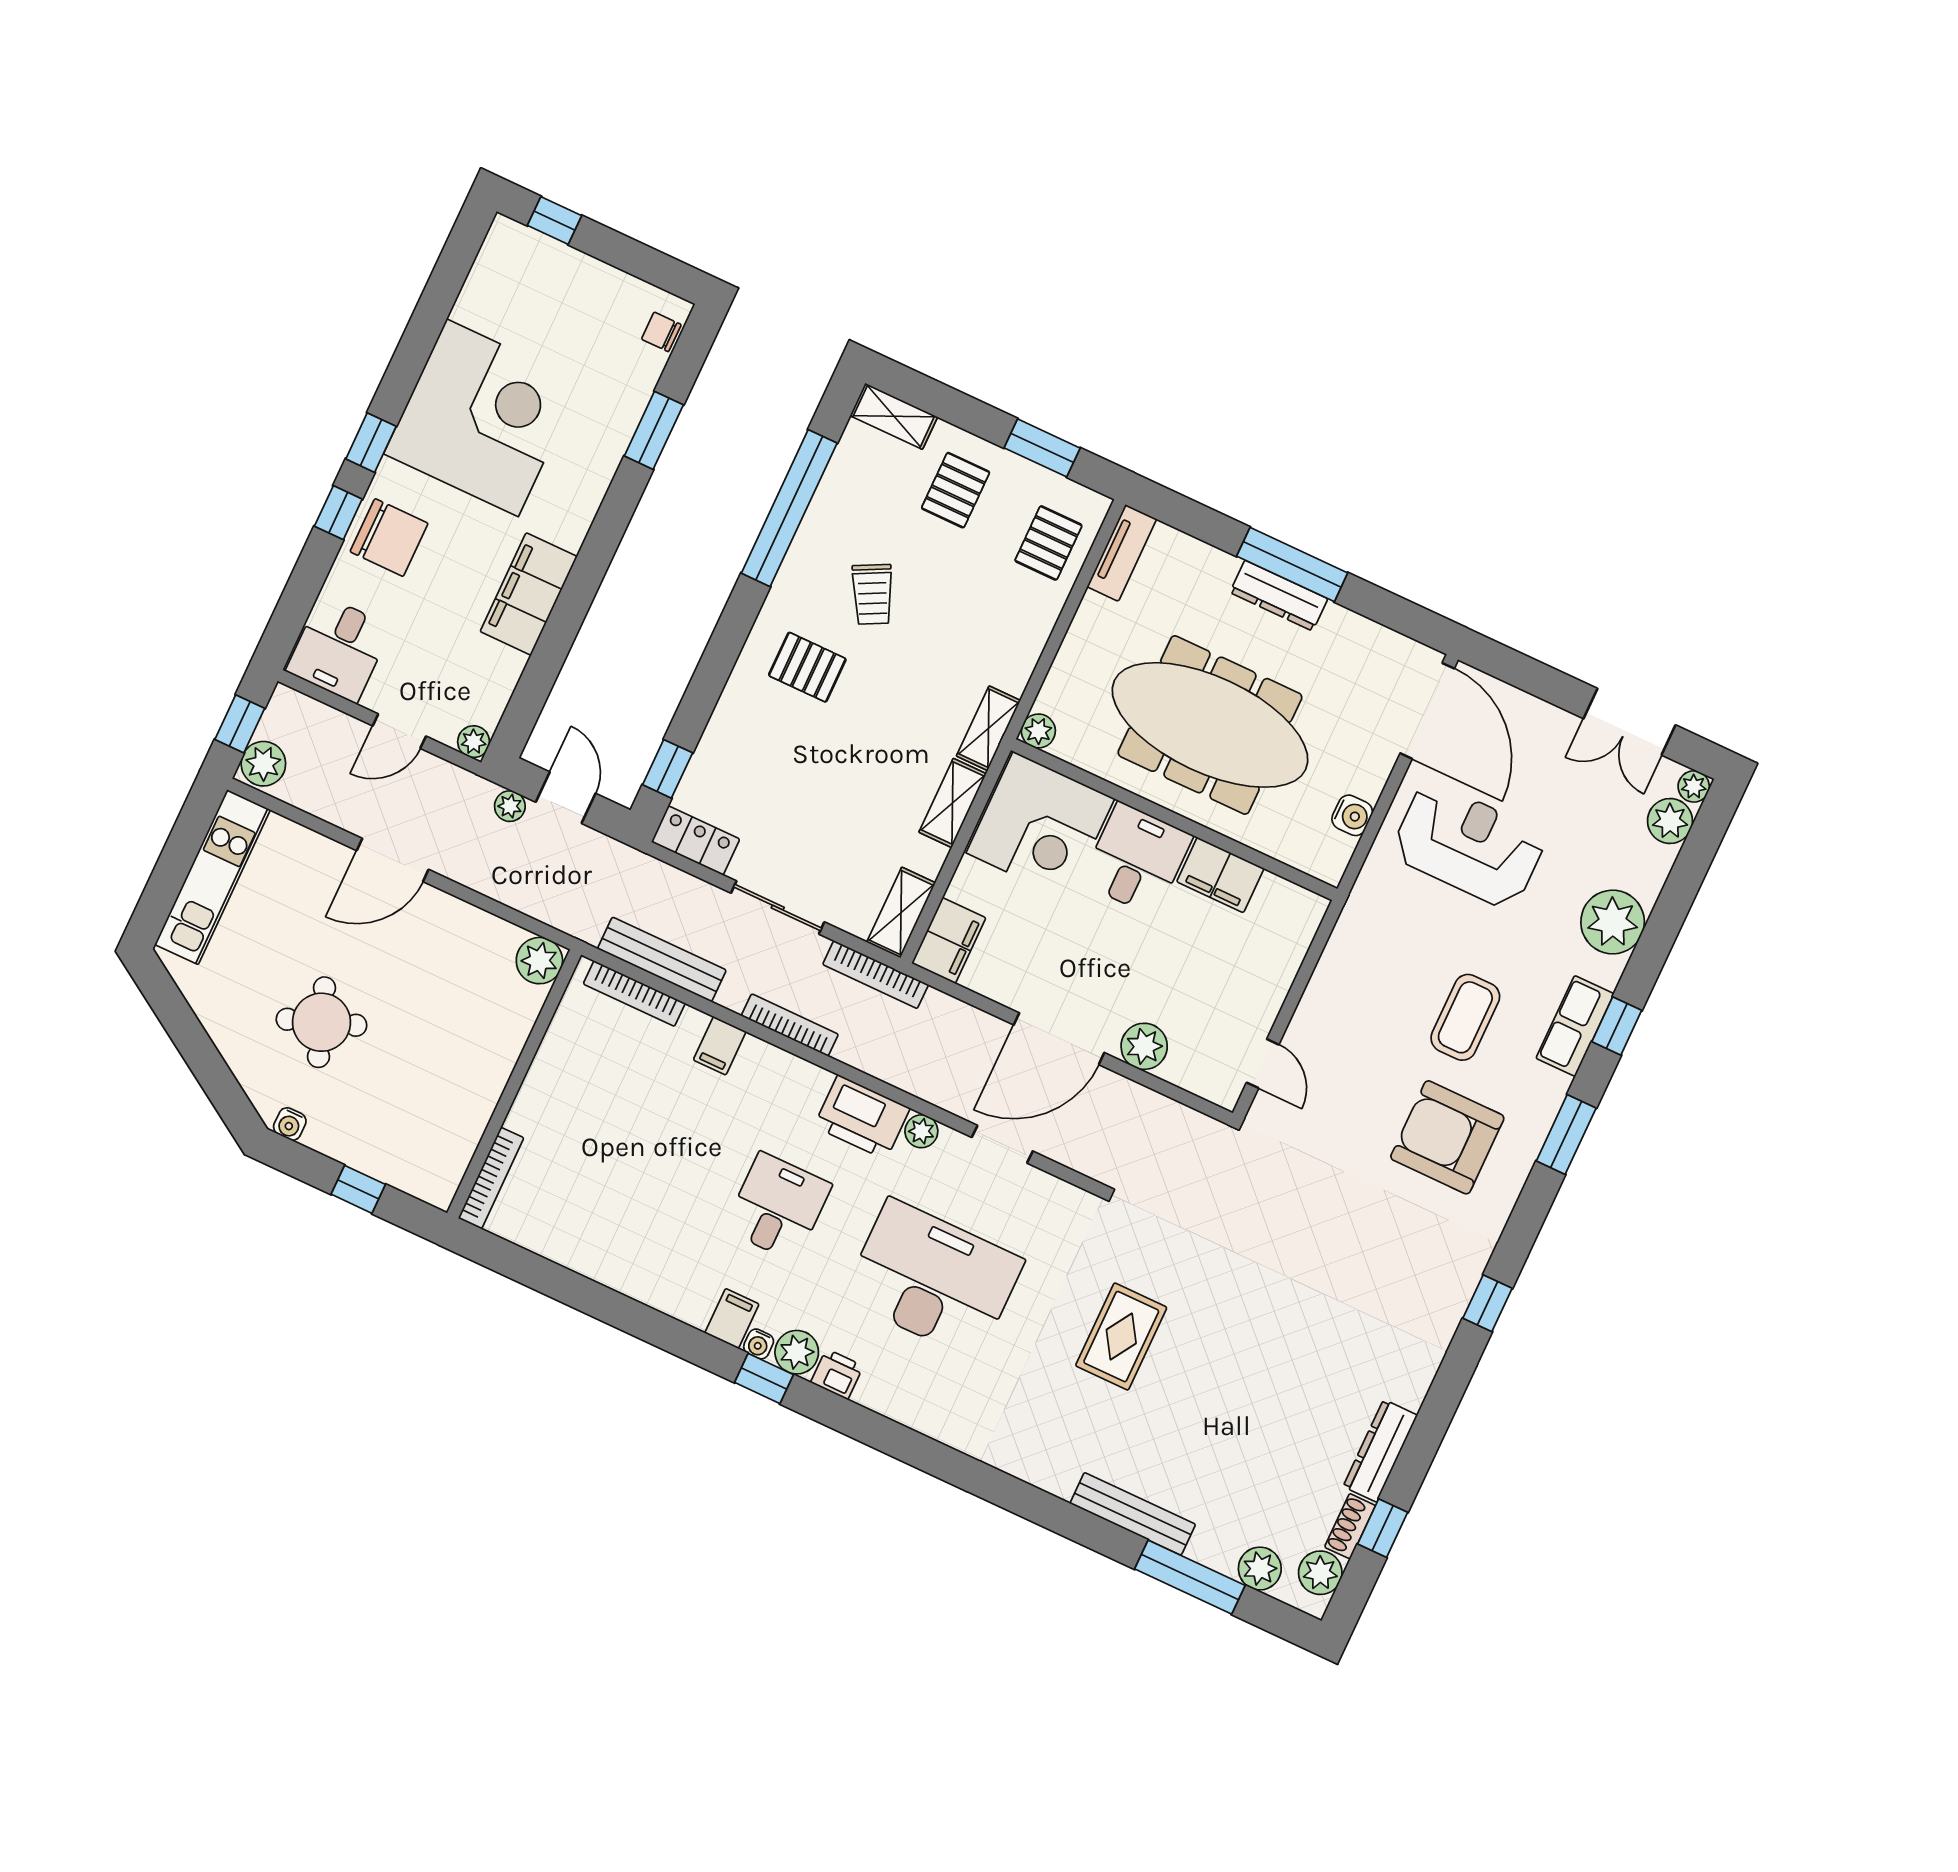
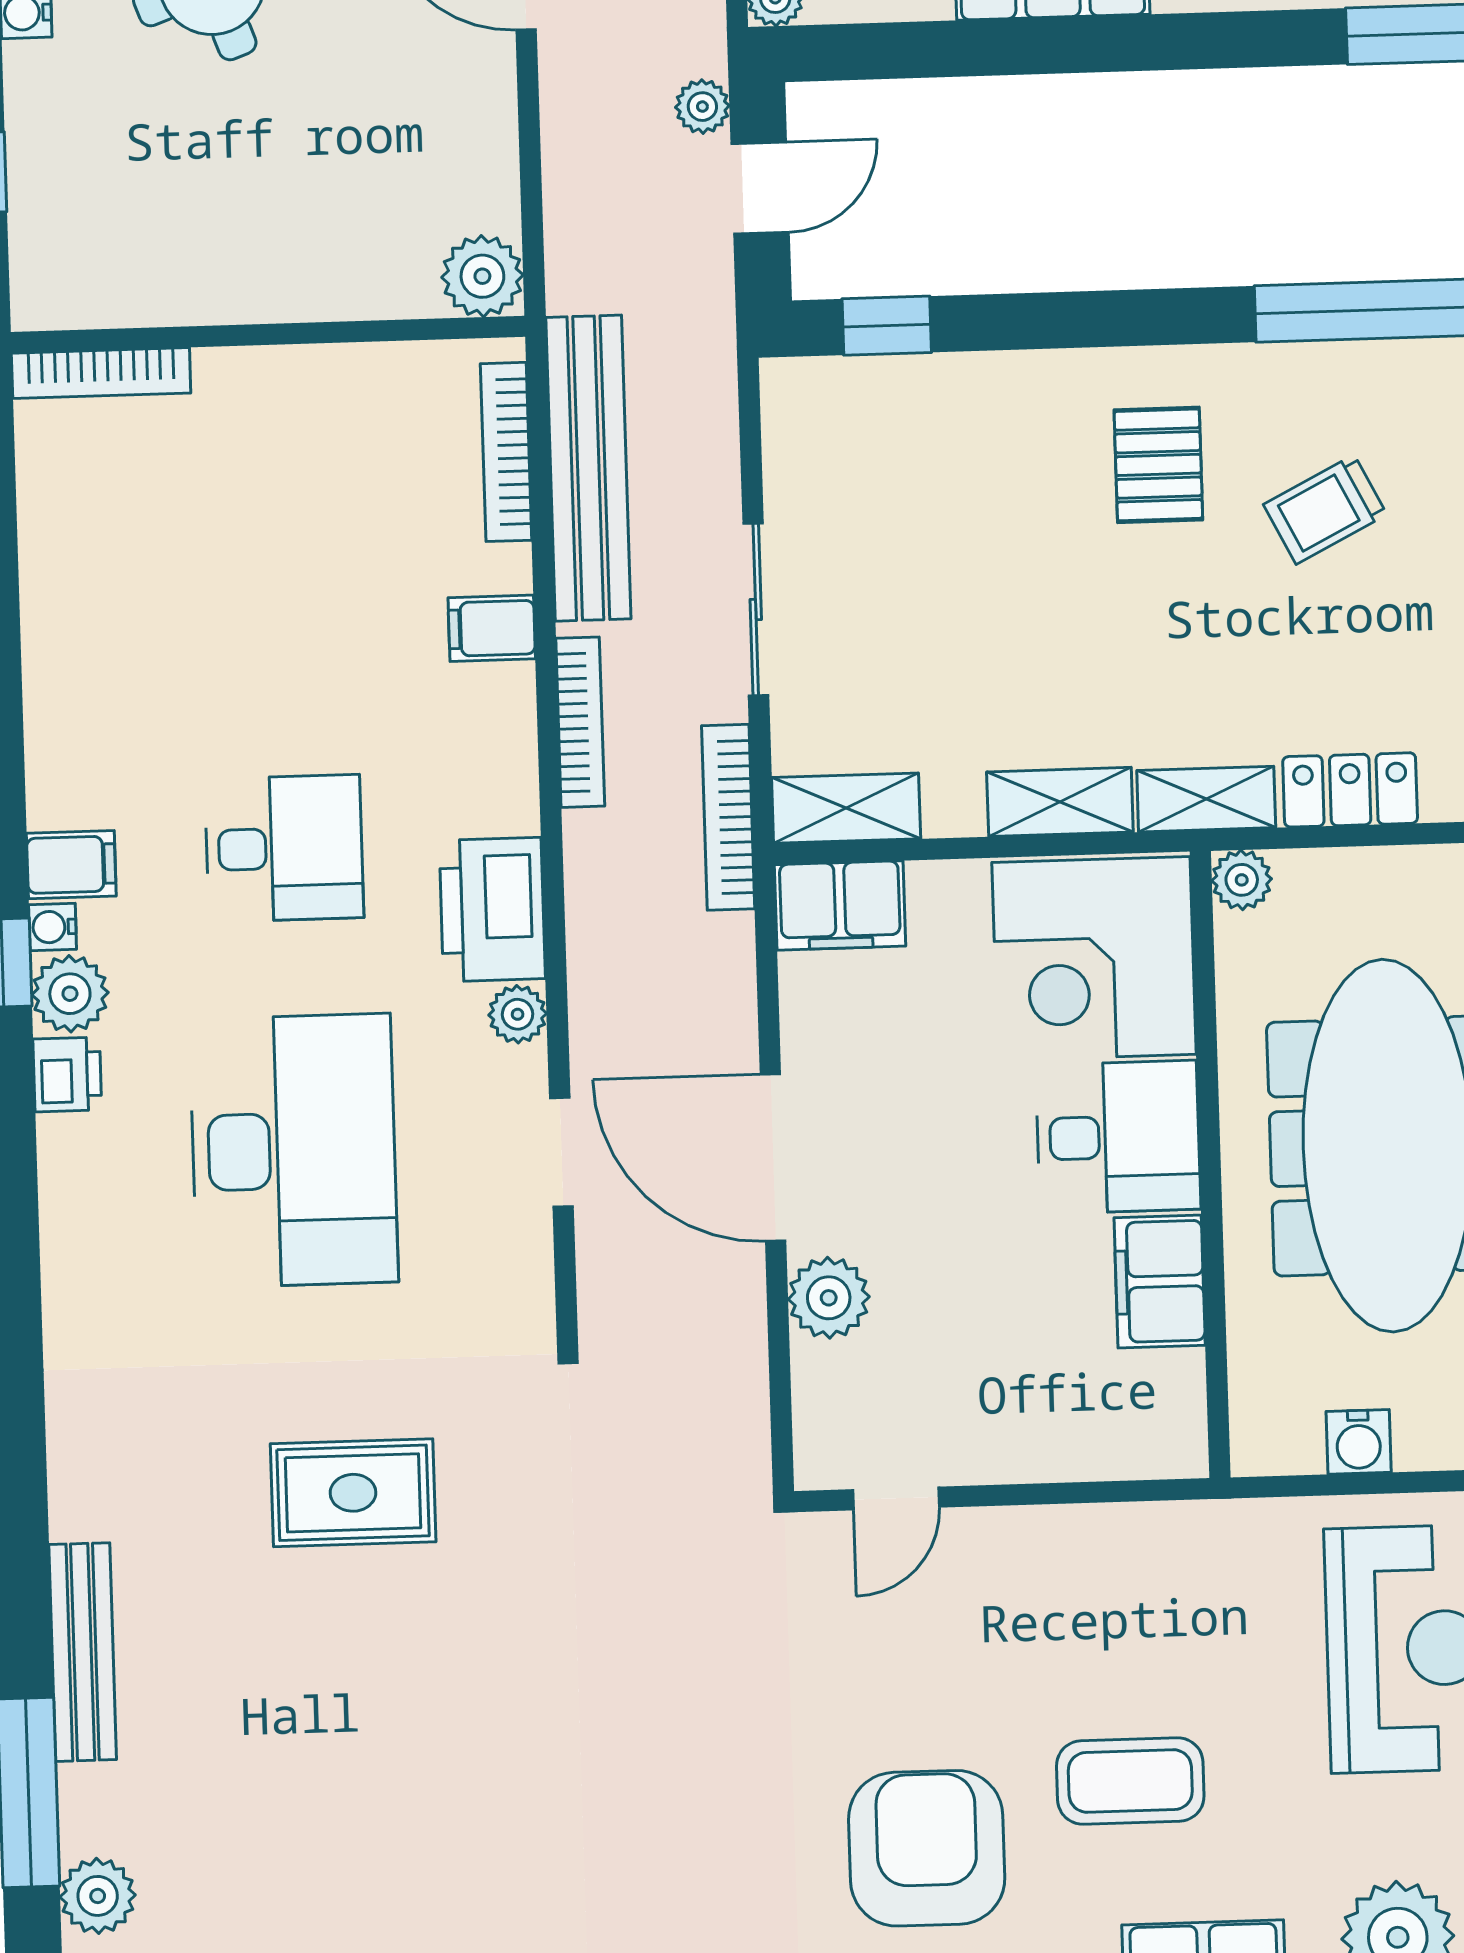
locker: (696, 841) -> (1350, 790), moved, turned -90
bench: (662, 959) -> (588, 468), width x1.37, depth x1.21

